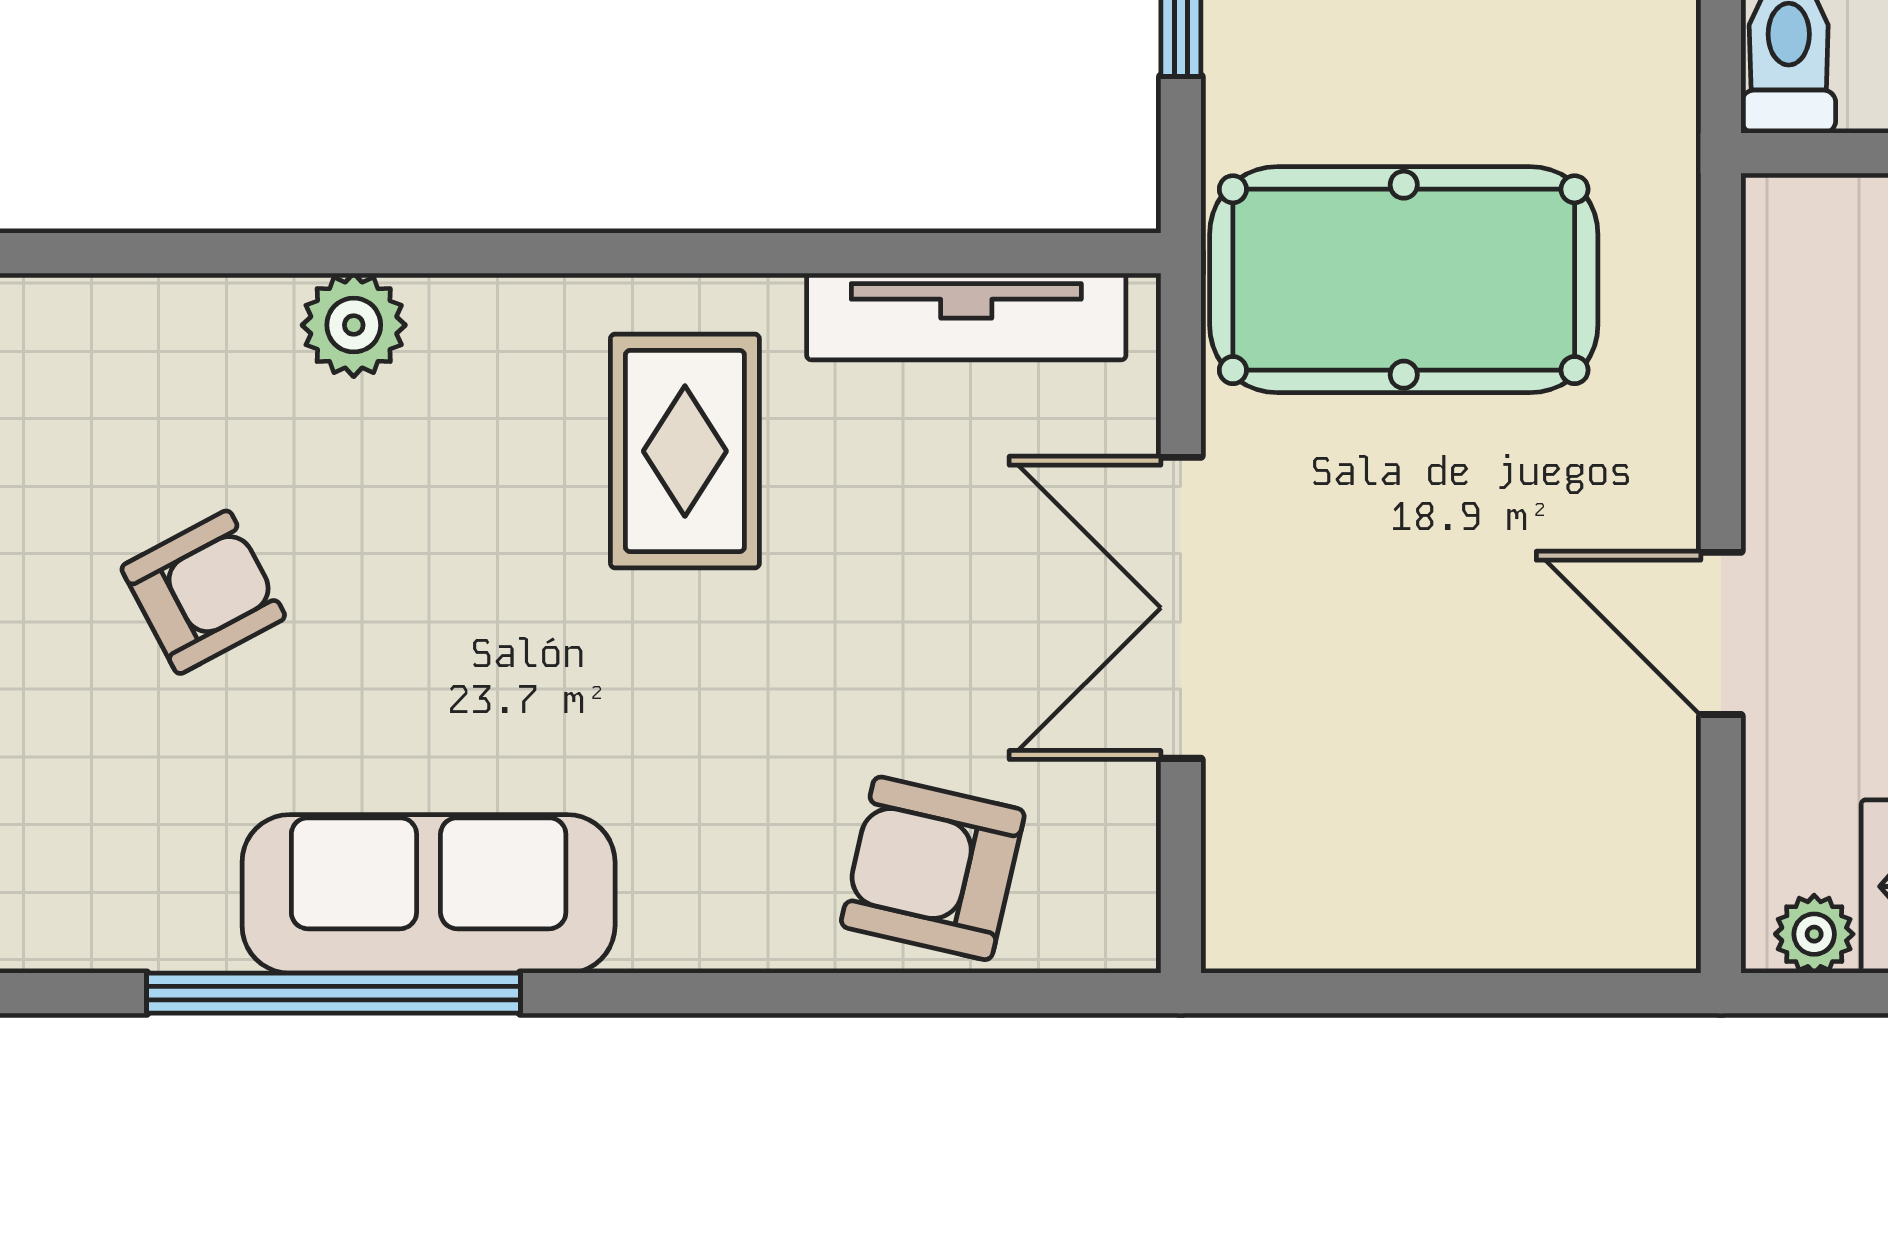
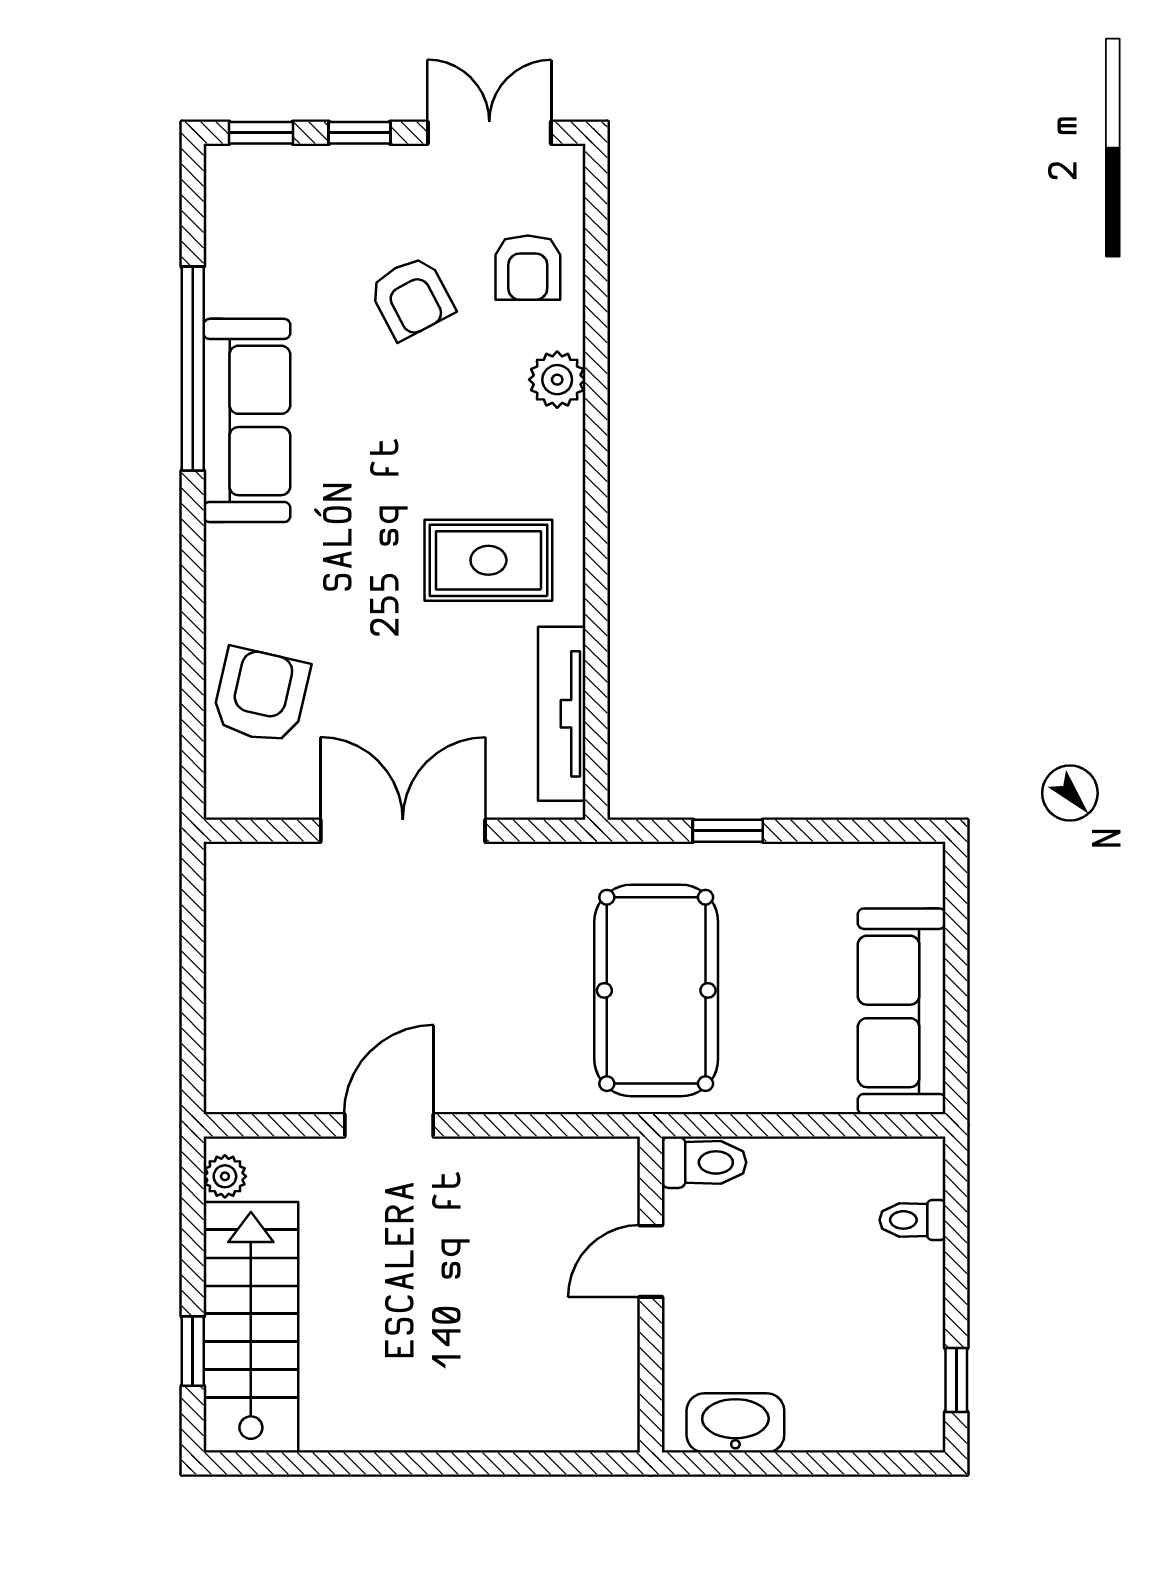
pool table: (1404, 280) -> (656, 990), moved
armchair: (148, 379) -> (528, 268), added

